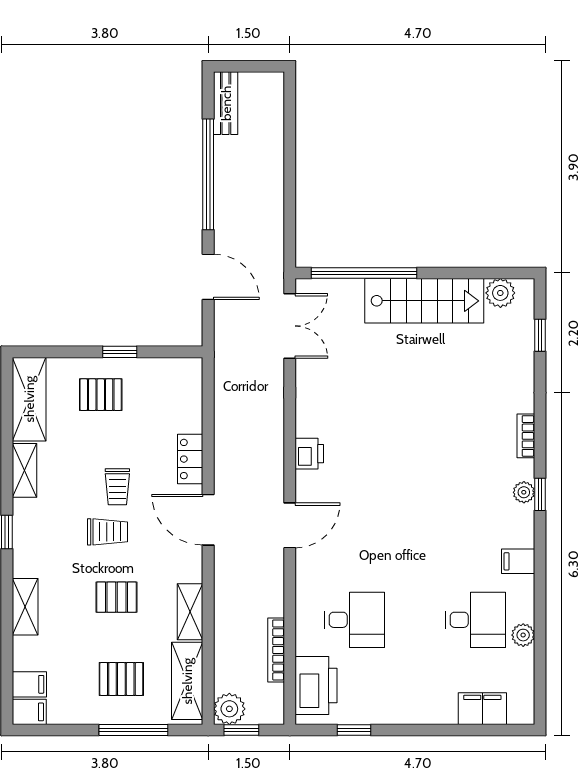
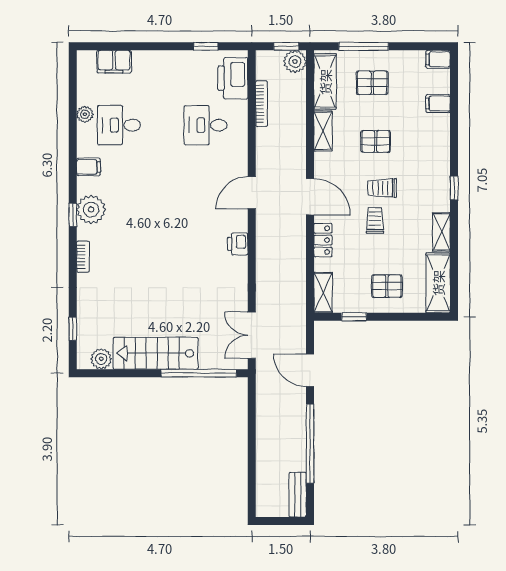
window: (120, 352) -> (354, 317), moved
plant: (524, 492) -> (91, 210), width x1.88, depth x1.88
shelving: (25, 607) -> (323, 293), moved
filing cabinet: (29, 684) -> (438, 104), moved

